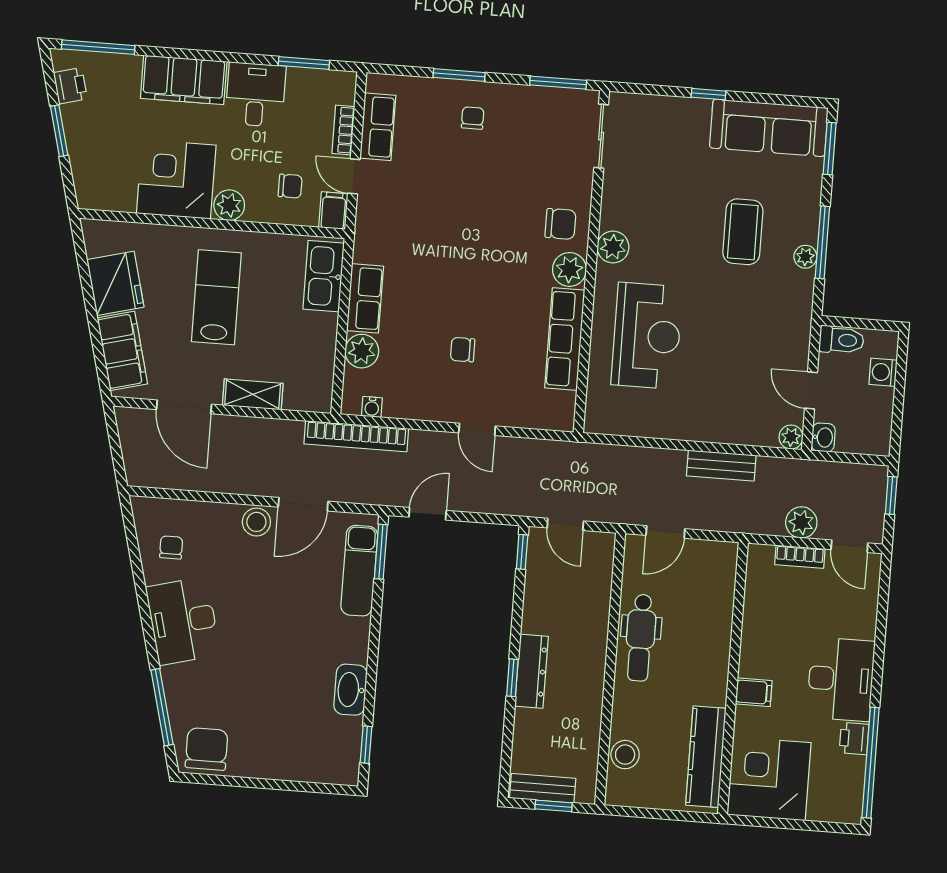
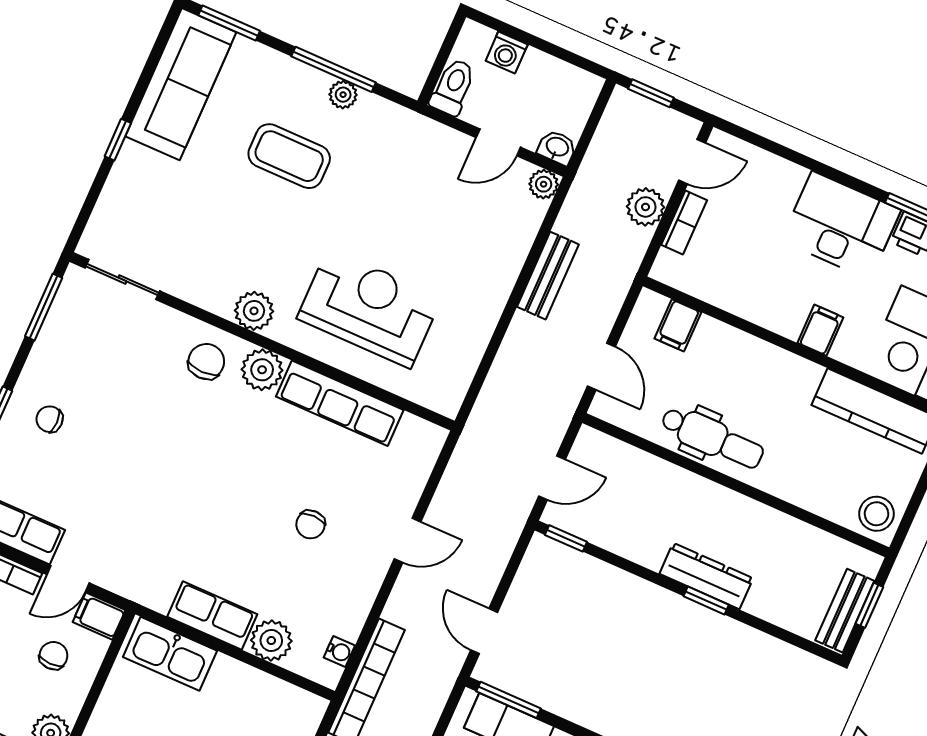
filing cabinet: (718, 580) -> (678, 325), added
stool: (625, 755) -> (876, 514), moved

